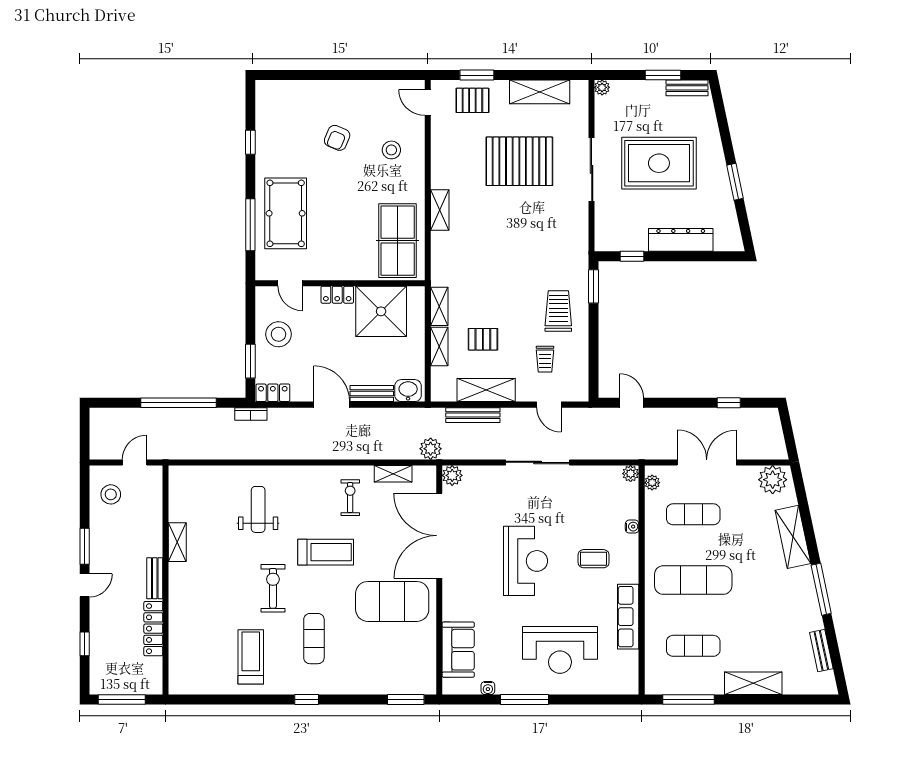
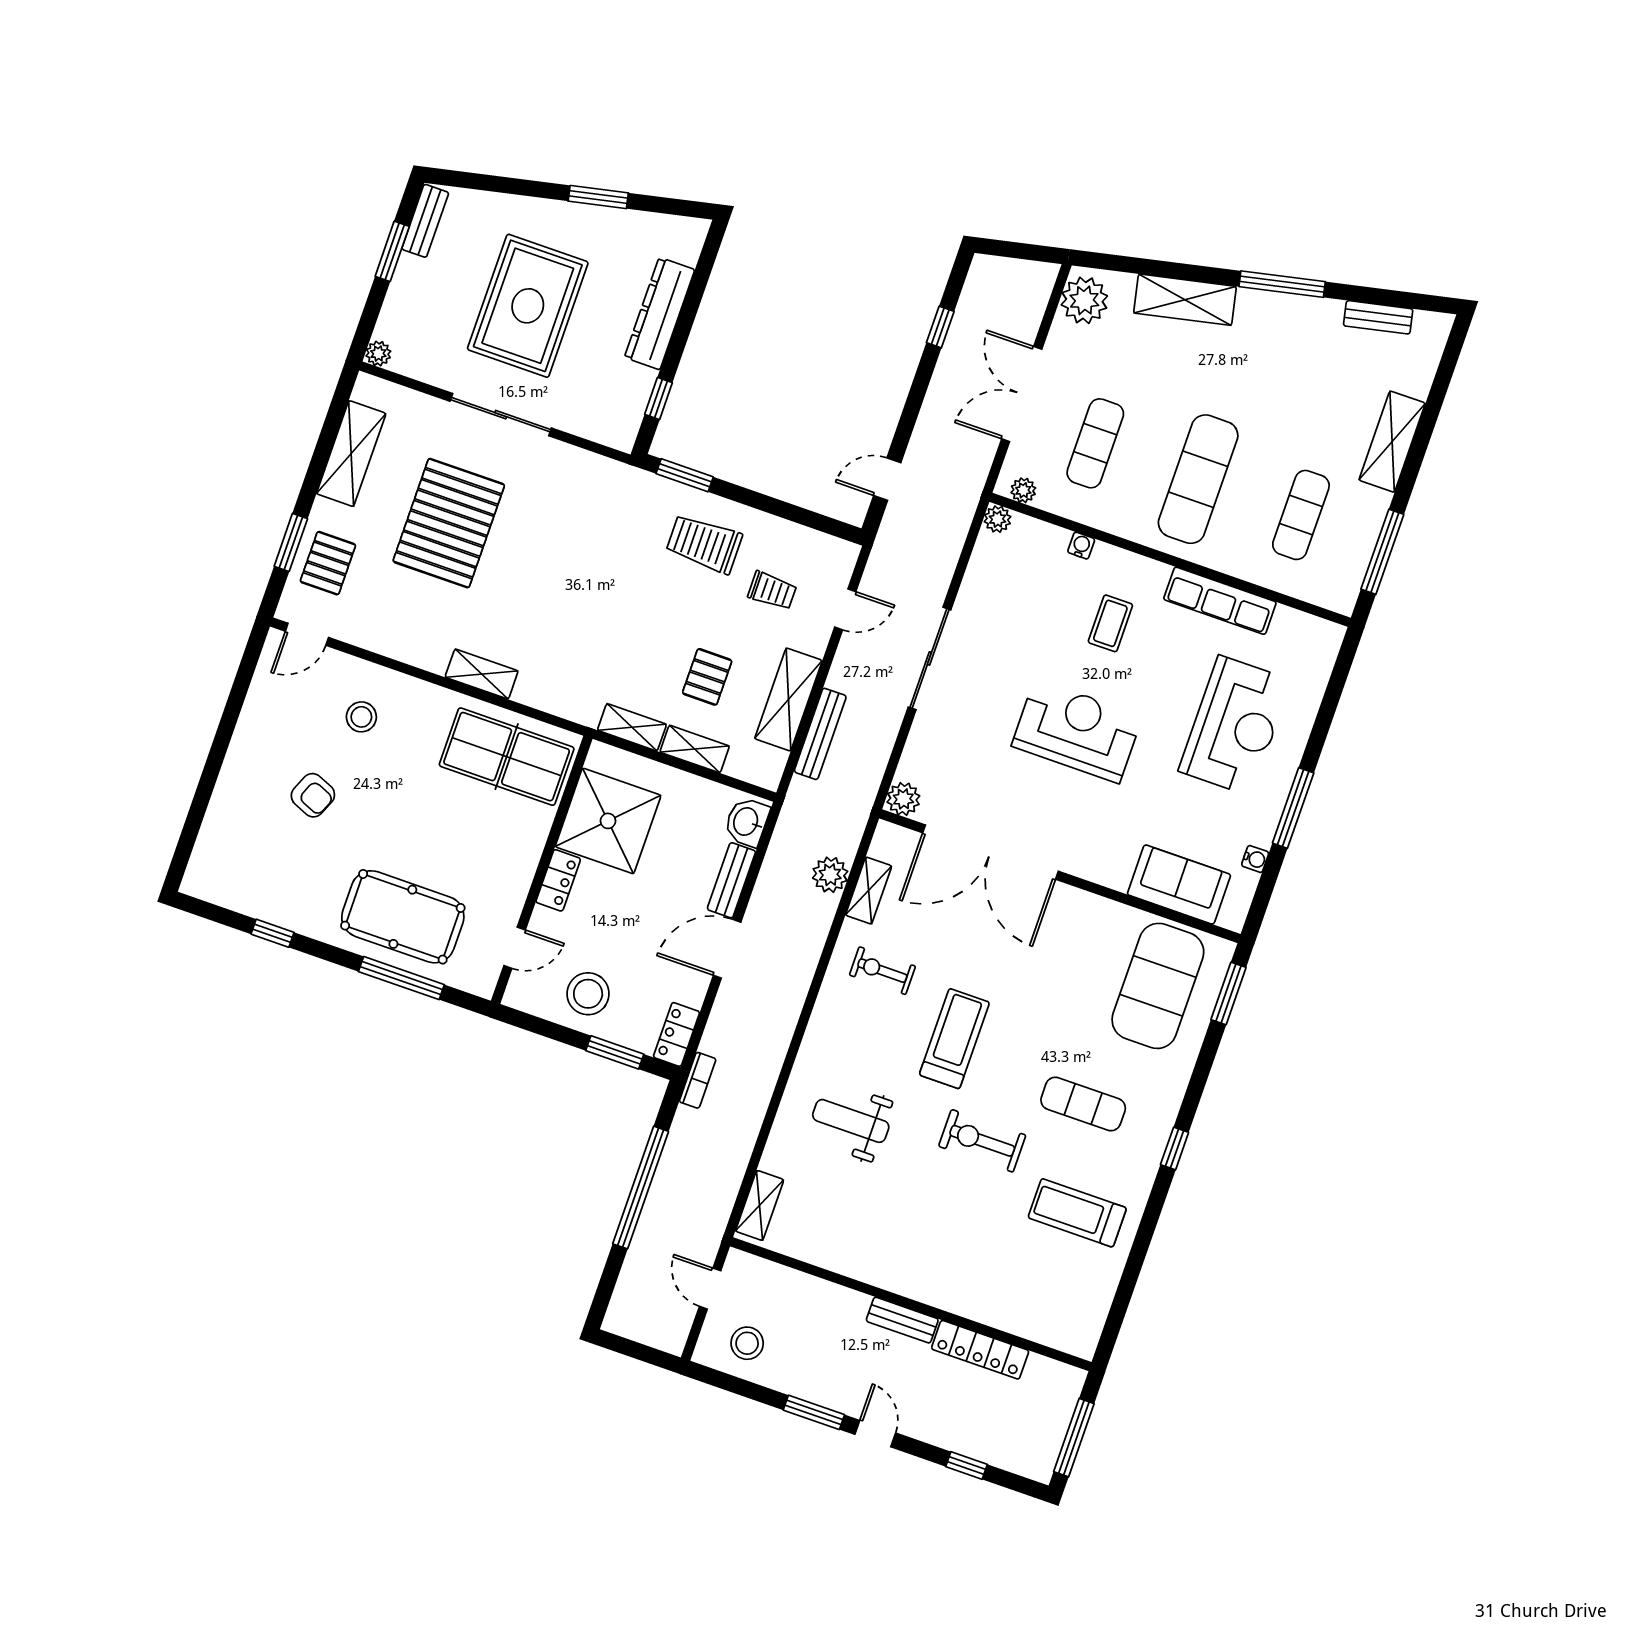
plant: (431, 449) -> (830, 875), moved
shelving: (177, 542) -> (760, 1205), moved, turned 90
exercise mat: (392, 601) -> (1158, 986), moved

